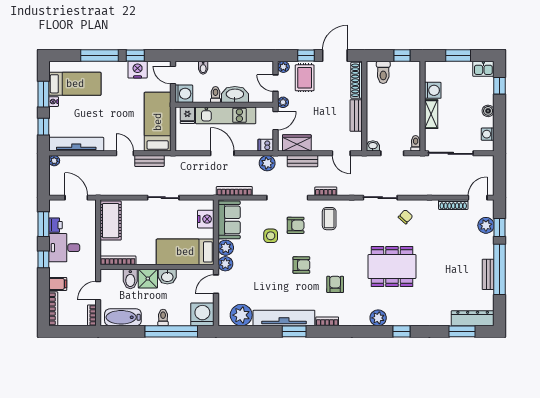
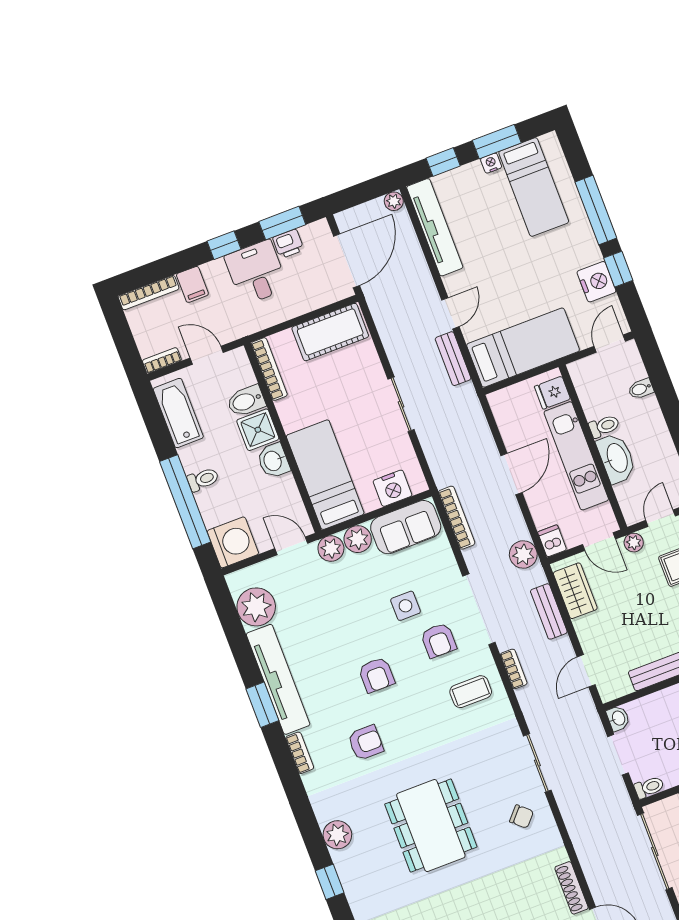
washing machine: (184, 94) -> (586, 373), removed
door: (76, 198) -> (347, 261), width x1.36

